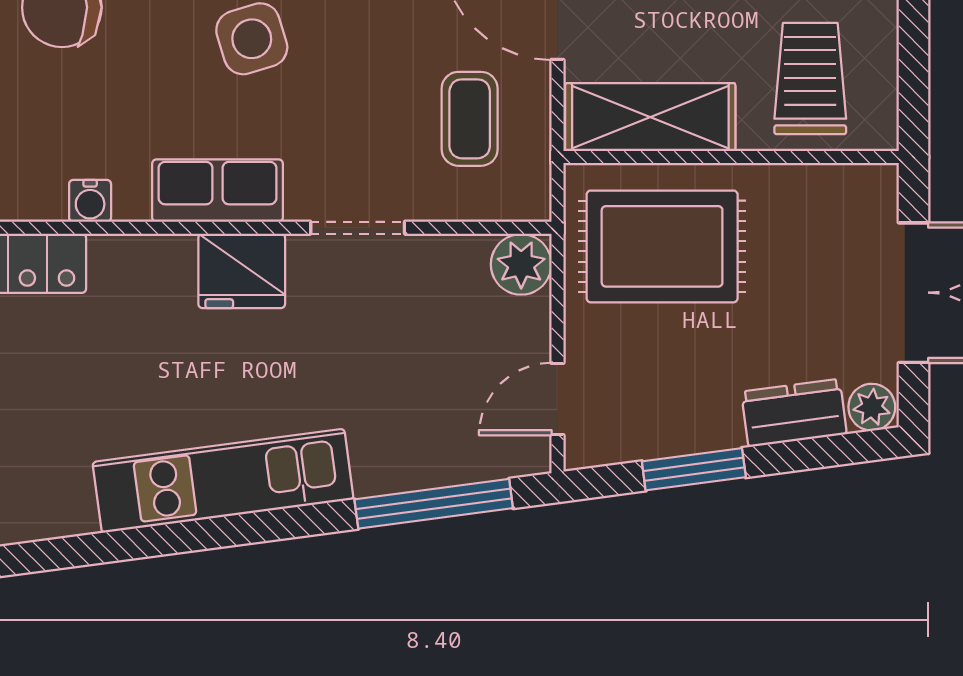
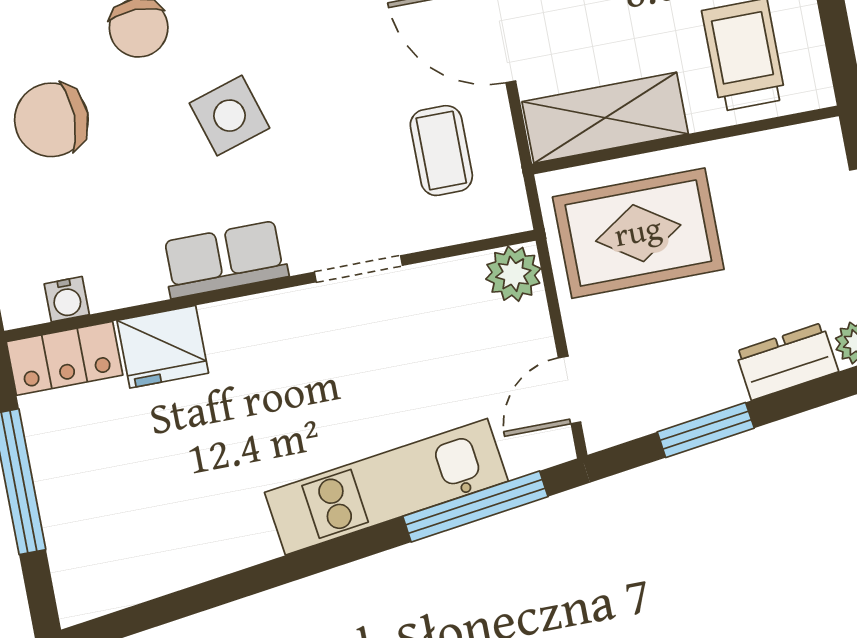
water cooler: (90, 201) -> (67, 299), moved
fridge: (242, 271) -> (163, 347), moved
kitchen unit: (223, 481) -> (386, 487), moved

